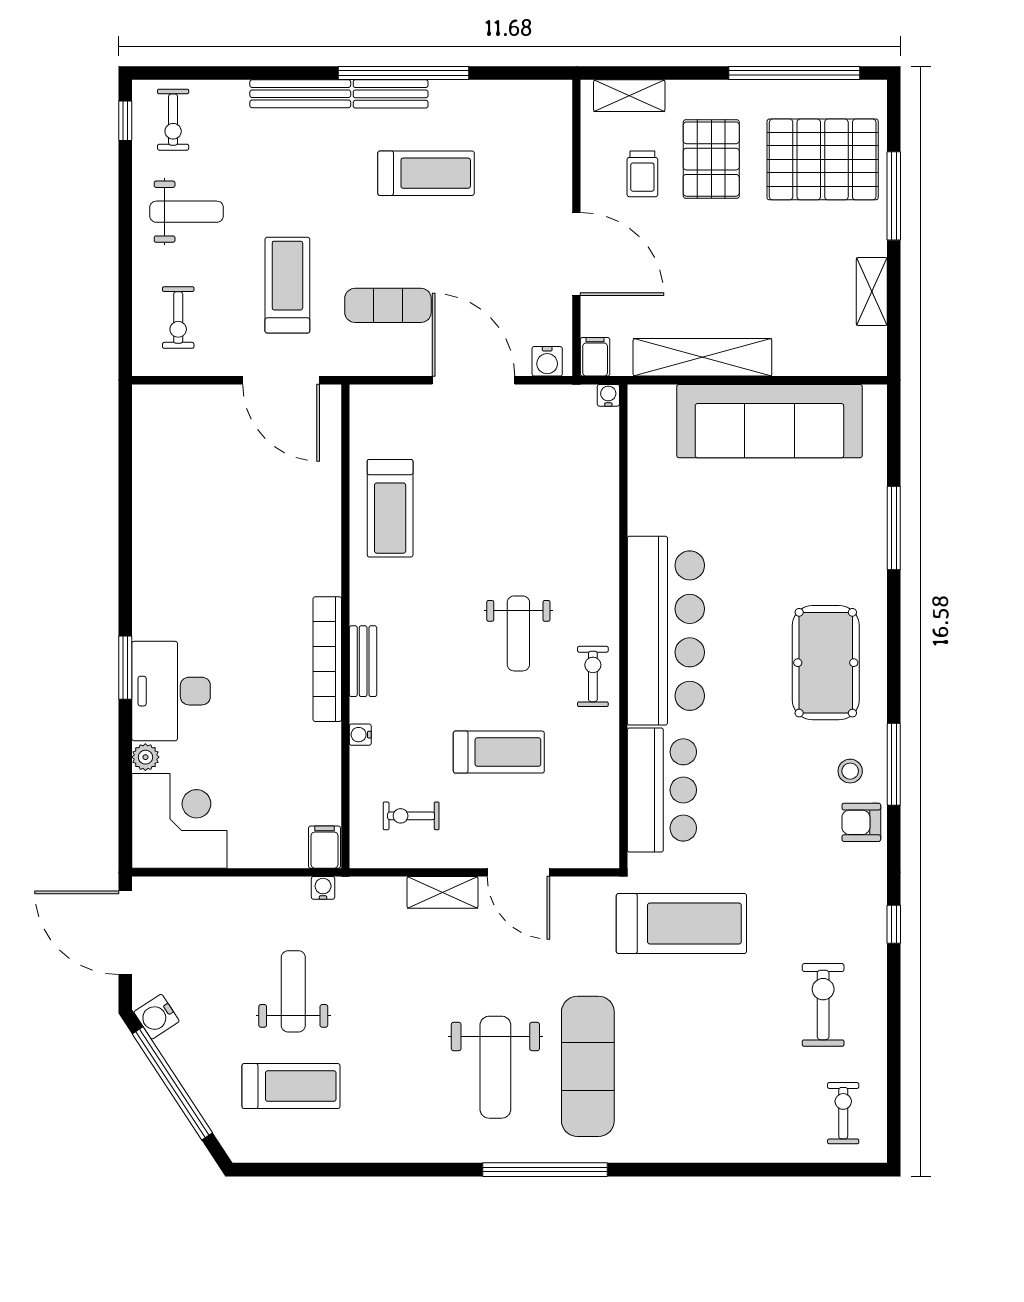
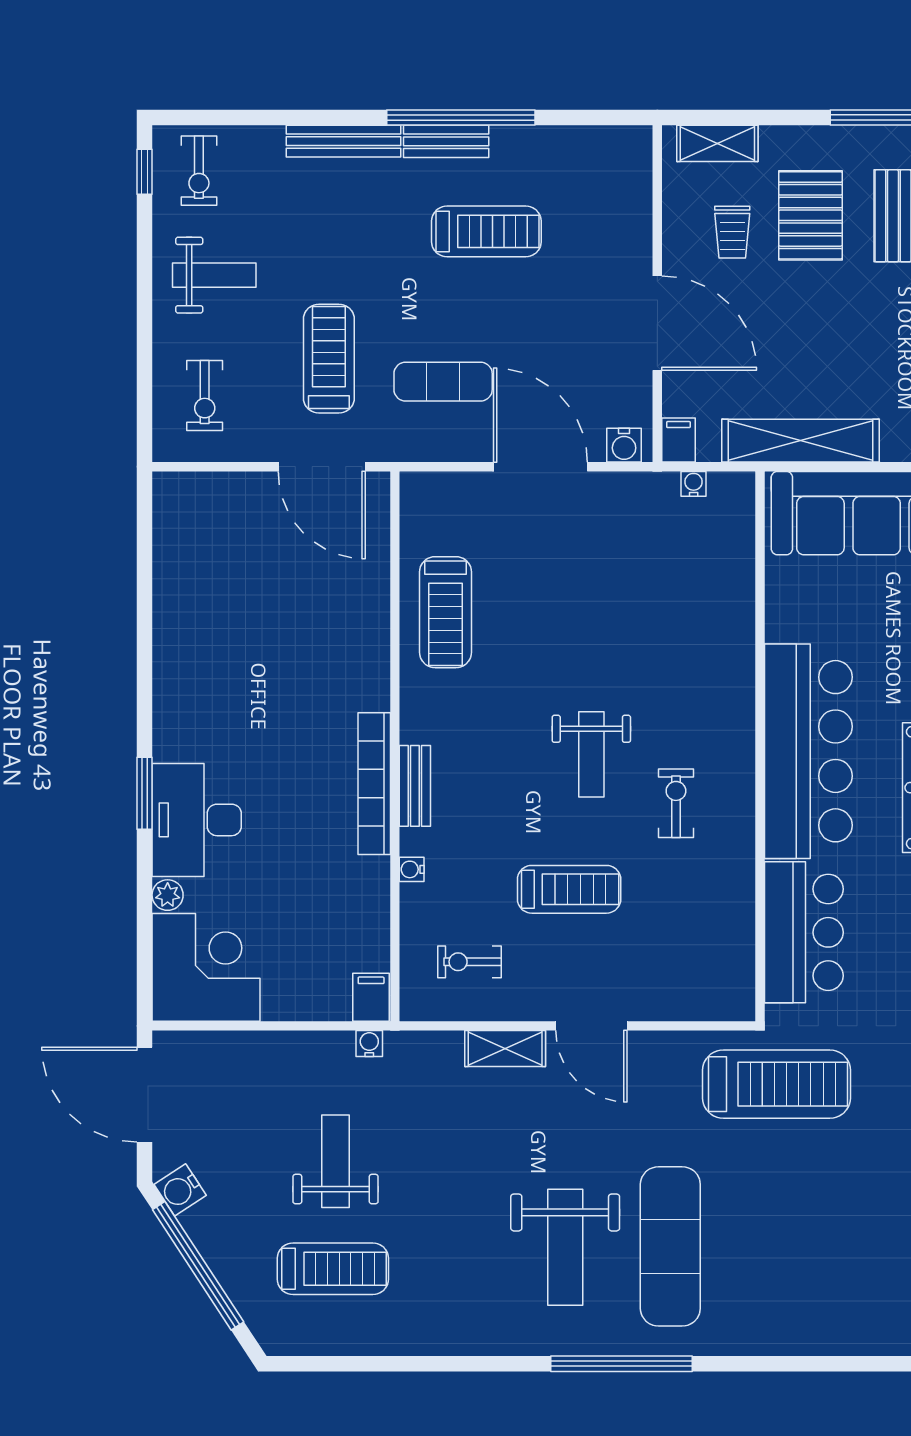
wall: (623, 626) -> (760, 746), moved
bar counter: (666, 631) -> (808, 751), moved
bar counter: (662, 790) -> (804, 932), moved

